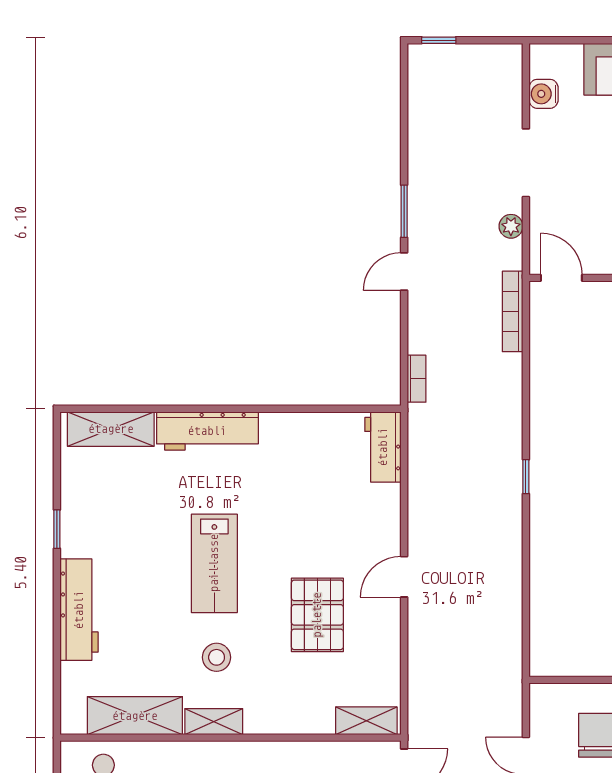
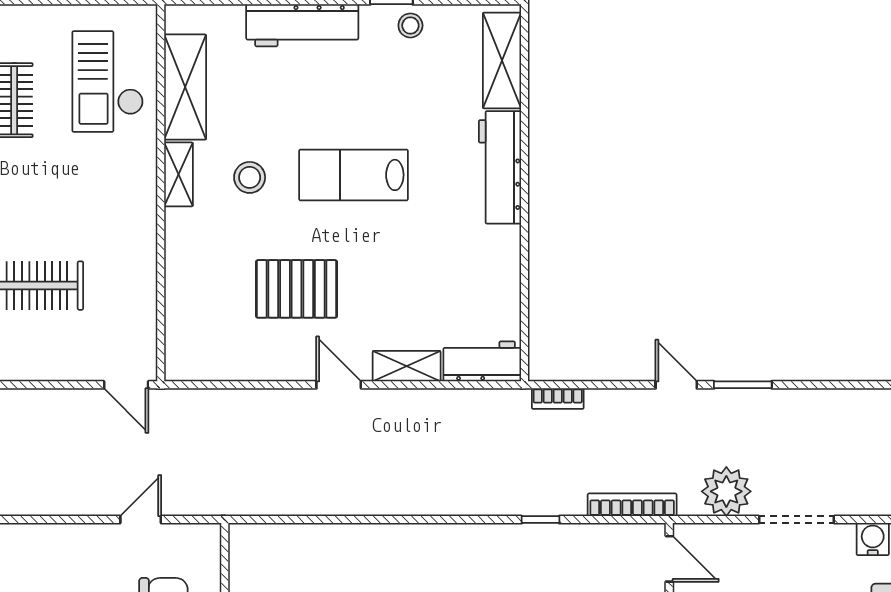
plant: (511, 226) -> (726, 491), width x1.87, depth x1.87
door: (561, 278) -> (669, 559), hinge flipped
window: (526, 477) -> (541, 520), moved
stool: (79, 512) -> (410, 25), added
shelving: (366, 721) -> (407, 366), moved, turned 90

